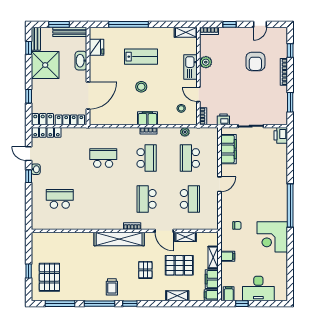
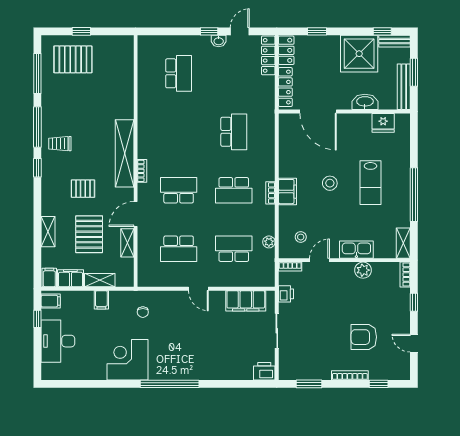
window: (128, 24) -> (414, 195), moved

